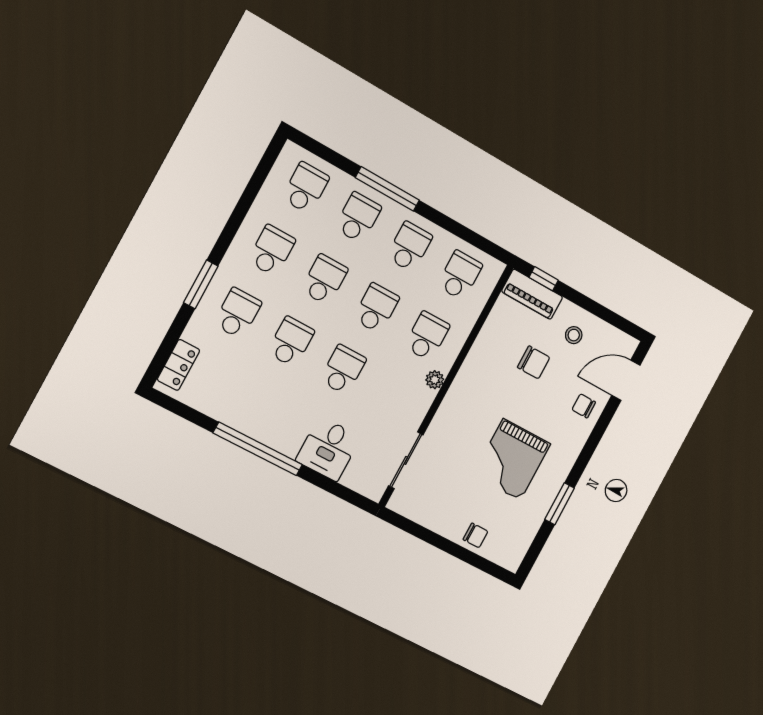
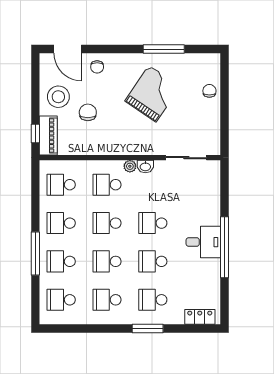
stool: (574, 335) -> (58, 97), width x1.89, depth x1.89
washbasin: (423, 400) -> (145, 166), added
desk: (328, 449) -> (203, 242), moved
grand piano: (512, 460) -> (153, 94), turned -56
window: (560, 504) -> (164, 49), width x1.44

